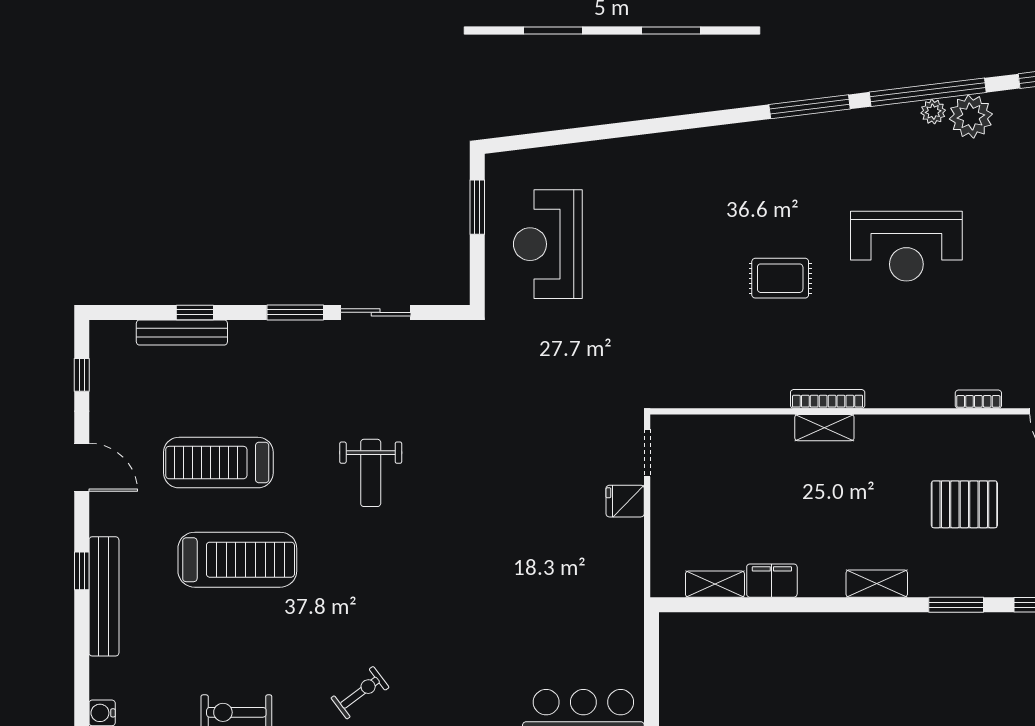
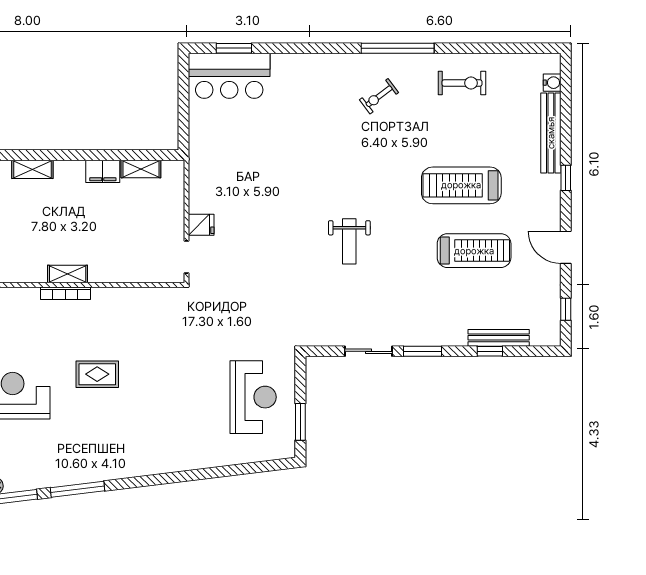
weight bench: (371, 473) -> (349, 241), moved, turned 180
bench: (104, 596) -> (551, 133), moved

